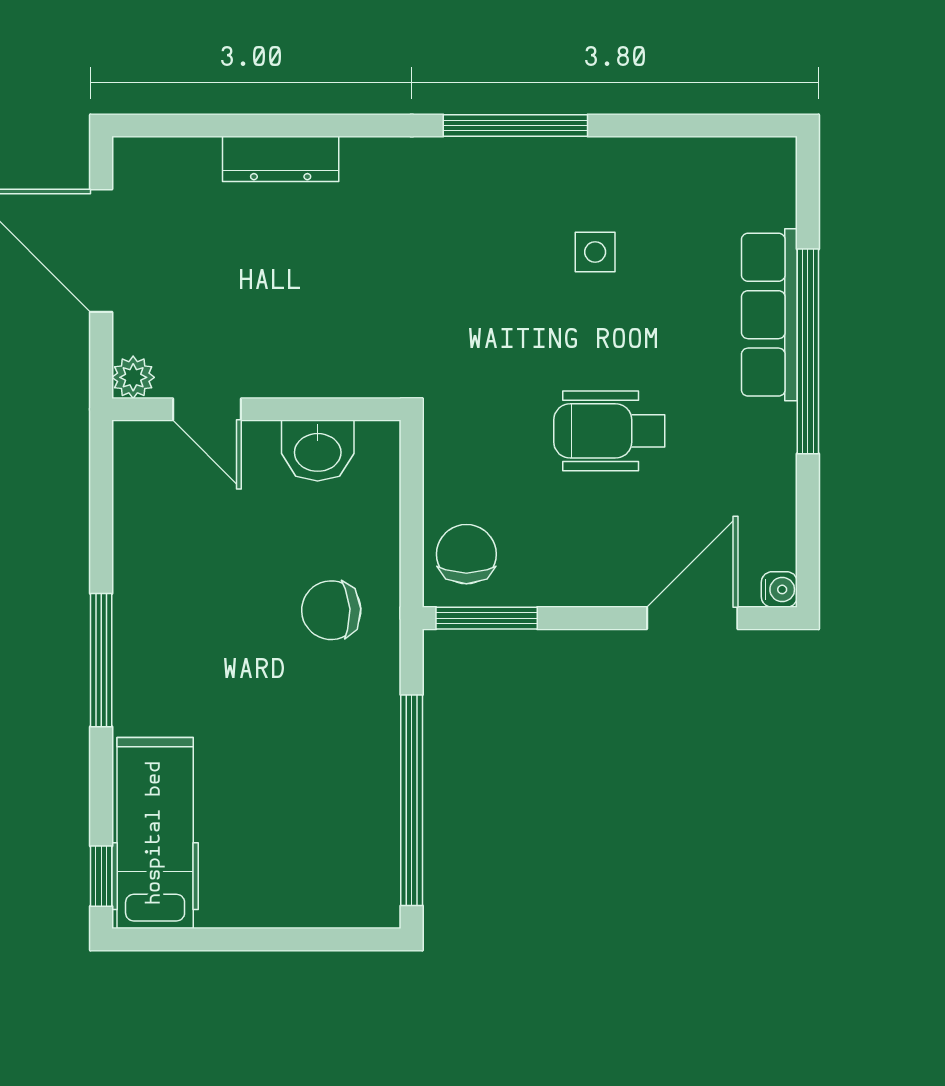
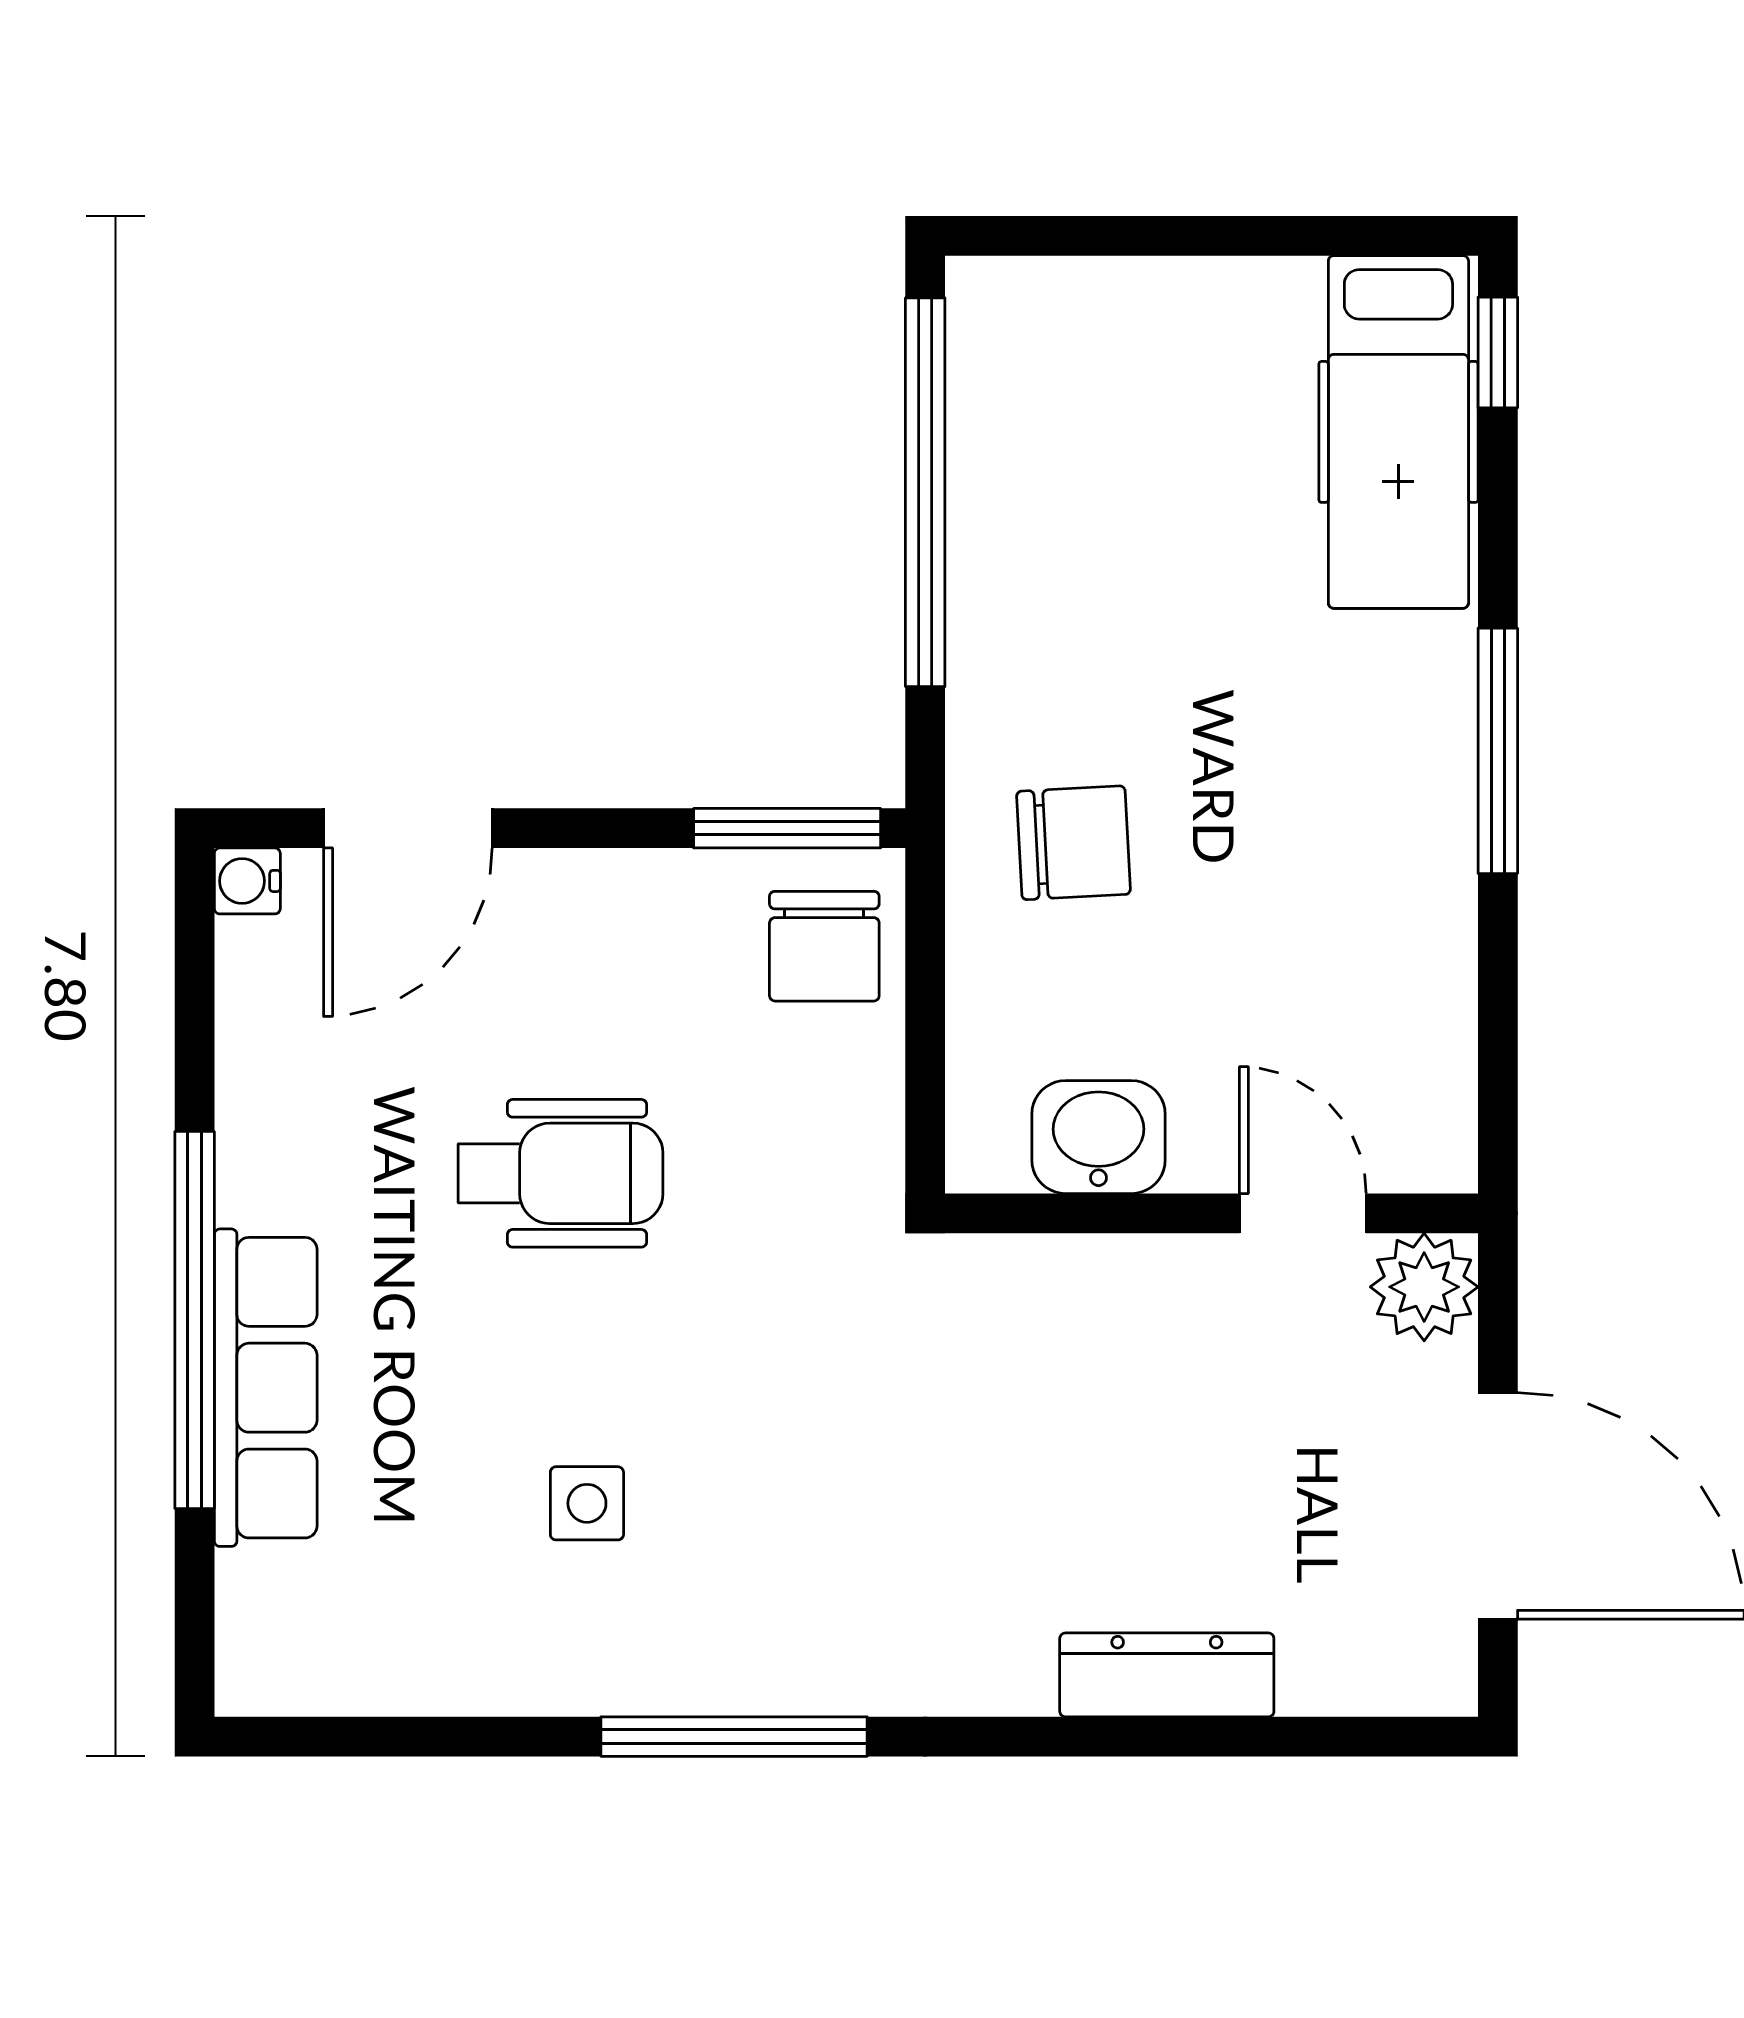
plant: (133, 377) -> (1424, 1287), width x1.38, depth x1.38

